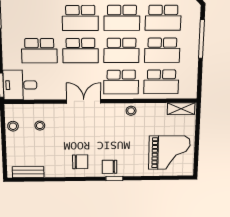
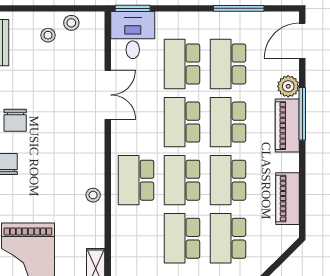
school desk: (161, 82) -> (228, 64), moved
double door: (84, 101) -> (108, 95), moved
stool: (40, 126) -> (48, 35), moved

